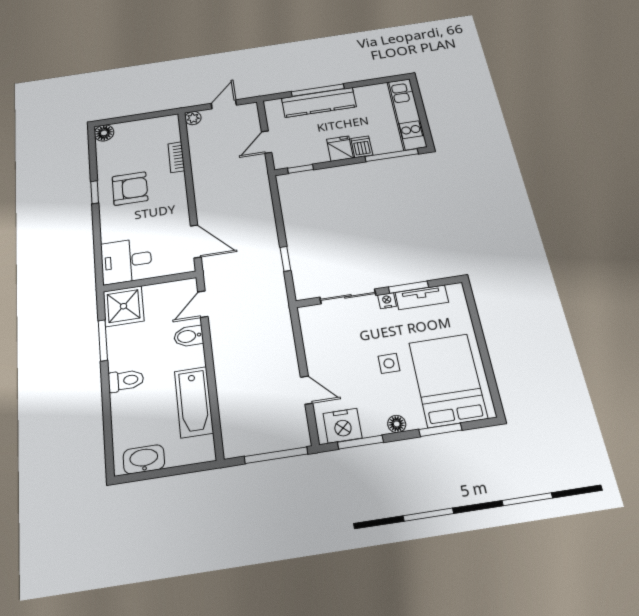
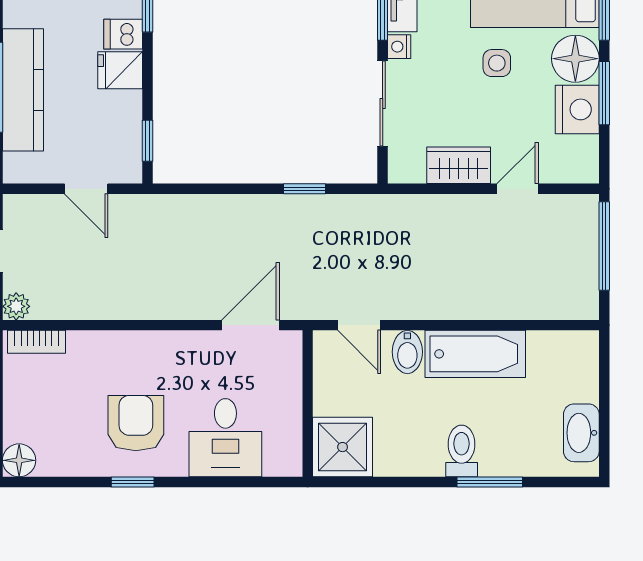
bookcase: (176, 157) -> (37, 342), moved
desk: (126, 261) -> (225, 438), moved
window: (103, 340) -> (490, 482), moved
wardrobe: (316, 349) -> (459, 165), added
bathtub: (194, 402) -> (475, 354), moved
floor lamp: (397, 424) -> (575, 59), width x1.89, depth x1.89
nightstand: (343, 426) -> (577, 109), moved
window: (360, 442) -> (604, 93), moved

